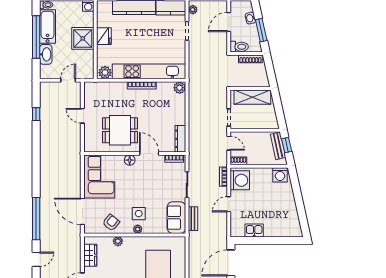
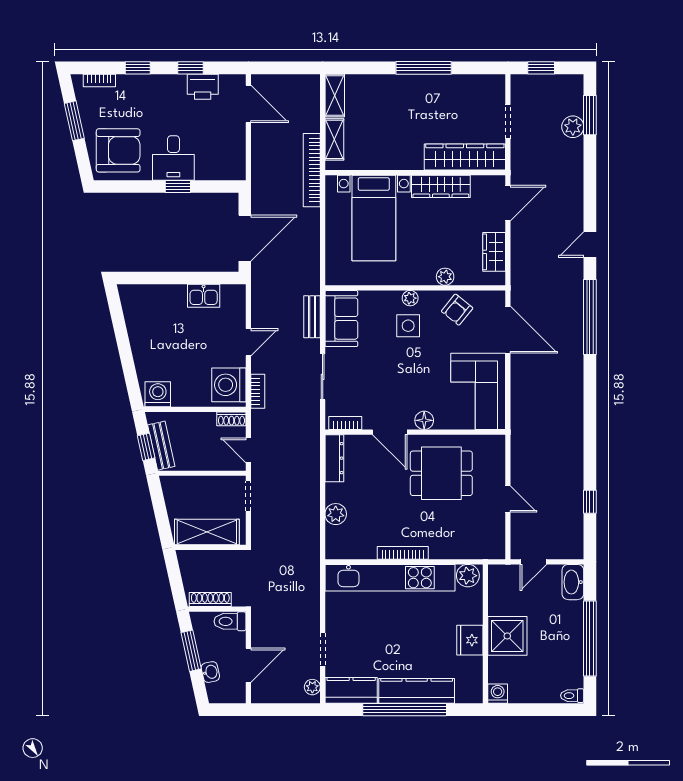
bathtub: (48, 27) -> (570, 657), removed
washbasin: (46, 54) -> (573, 582), moved
plant: (180, 88) -> (336, 514), moved

